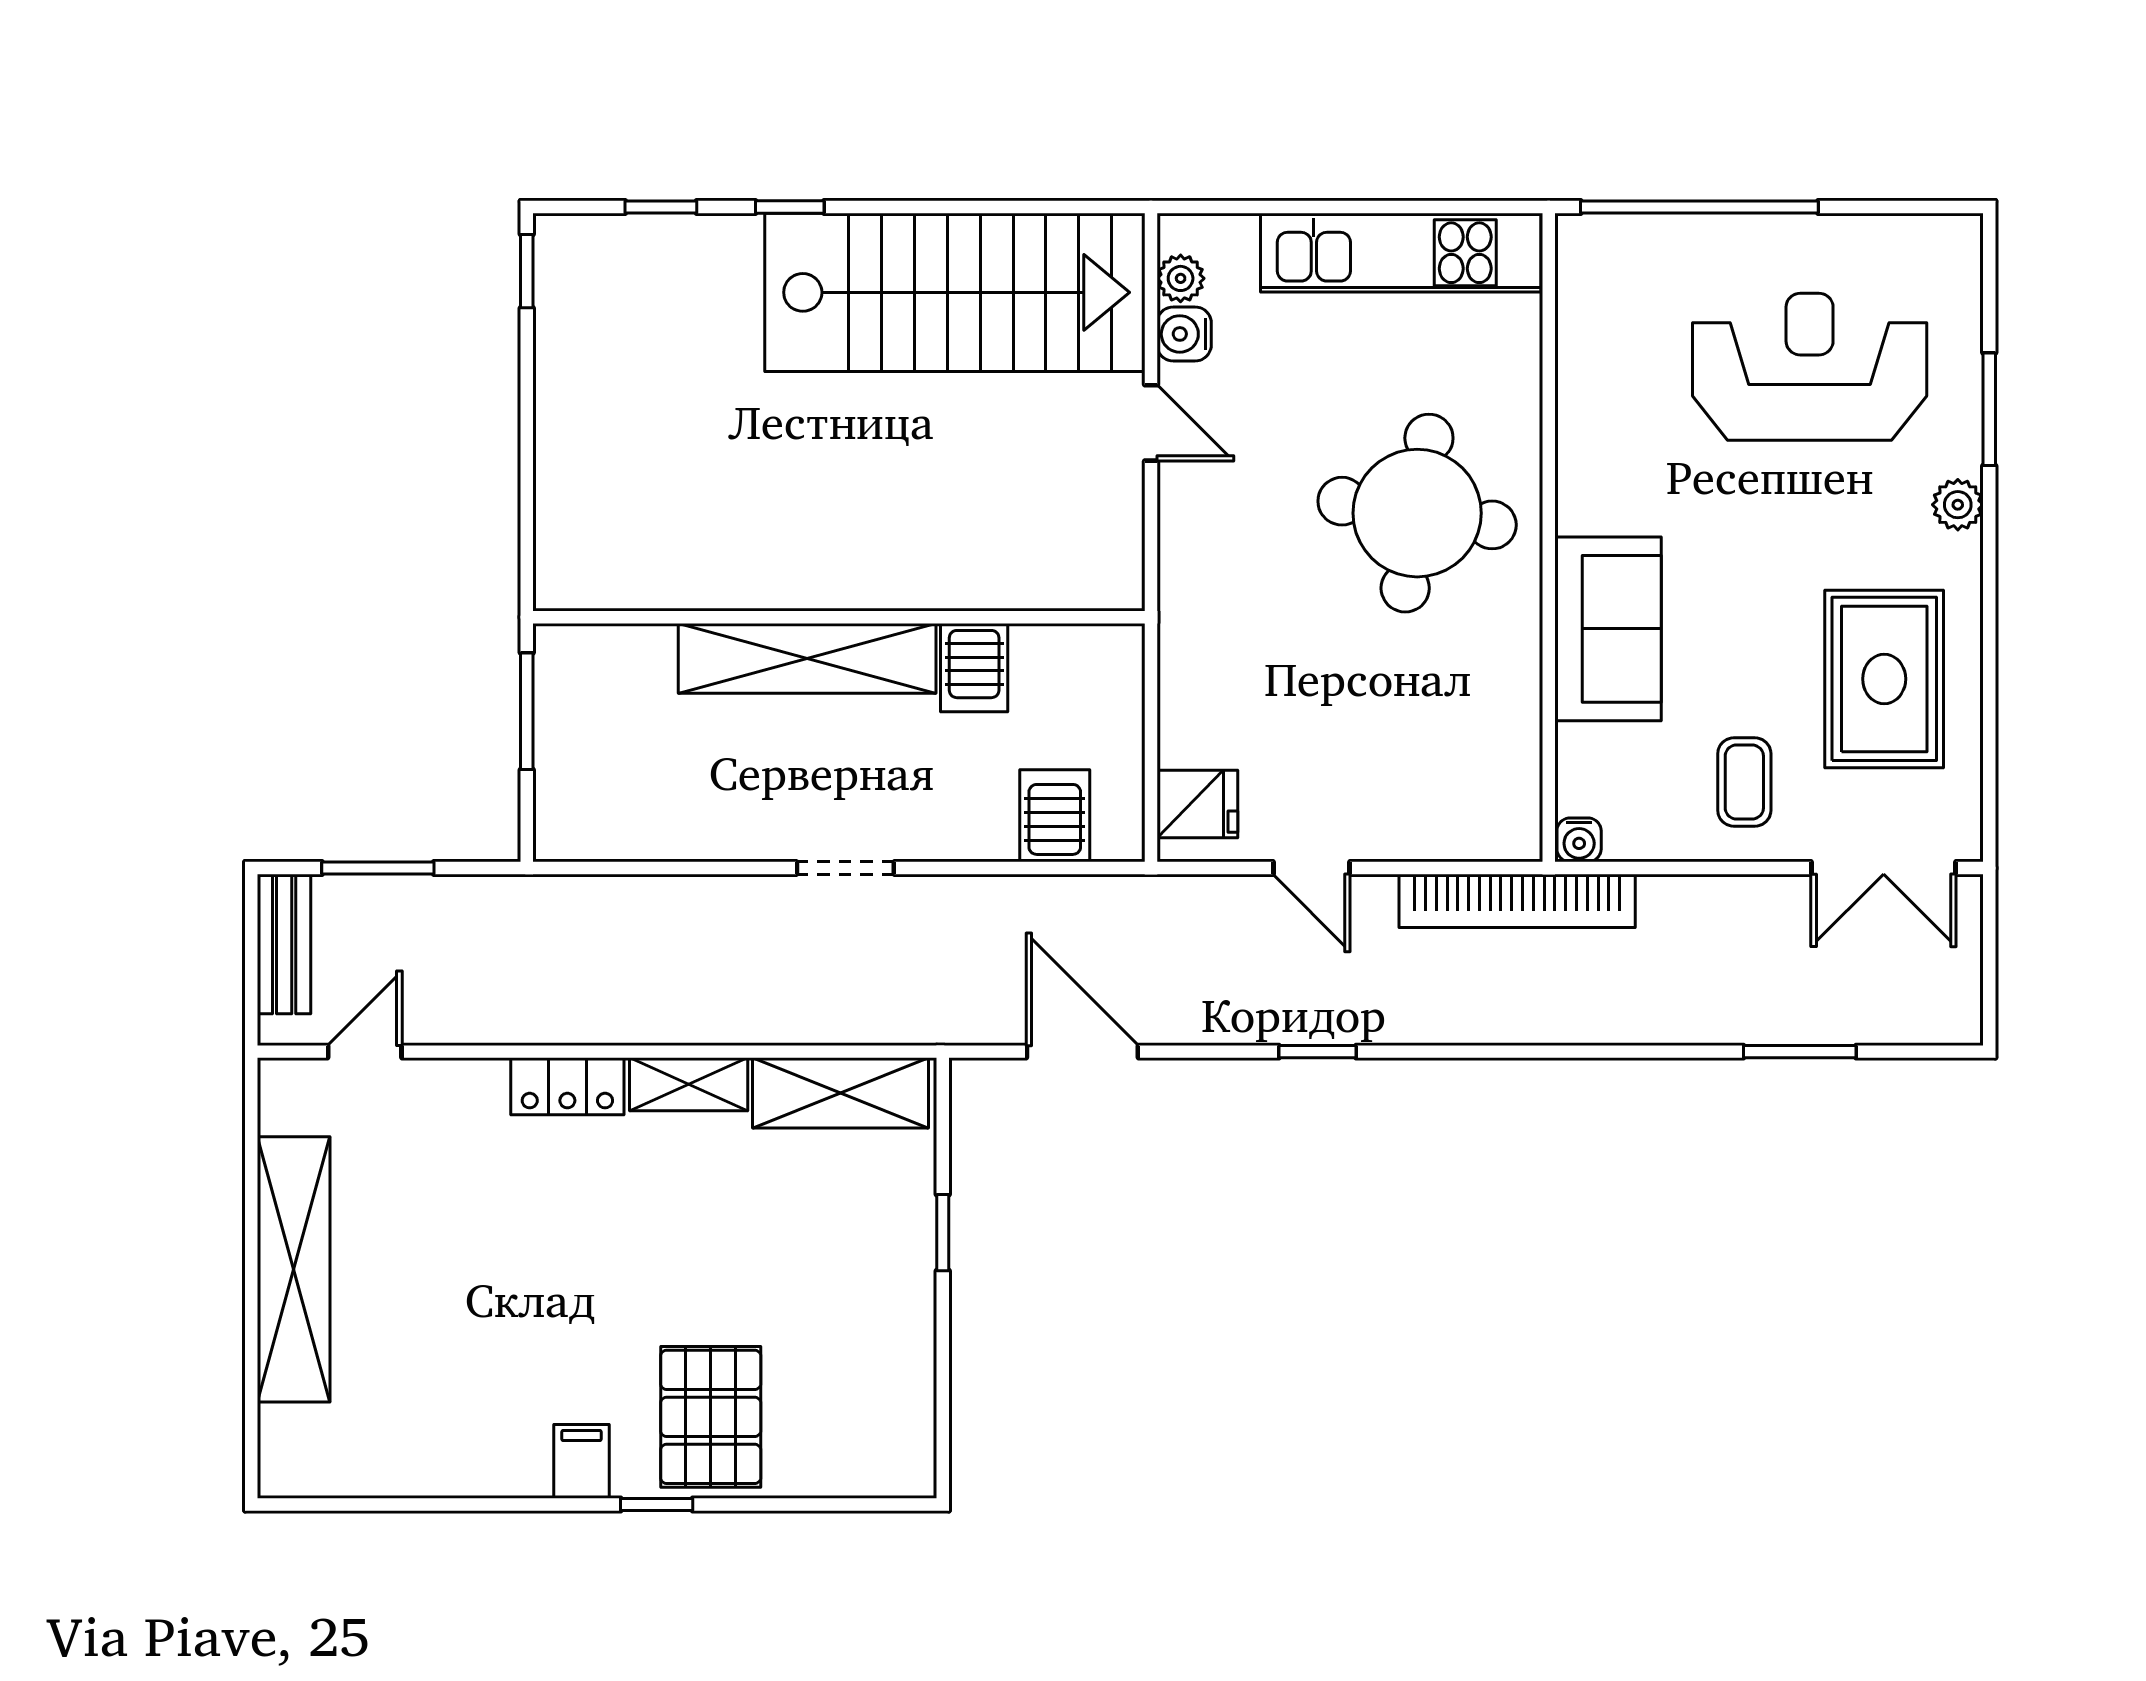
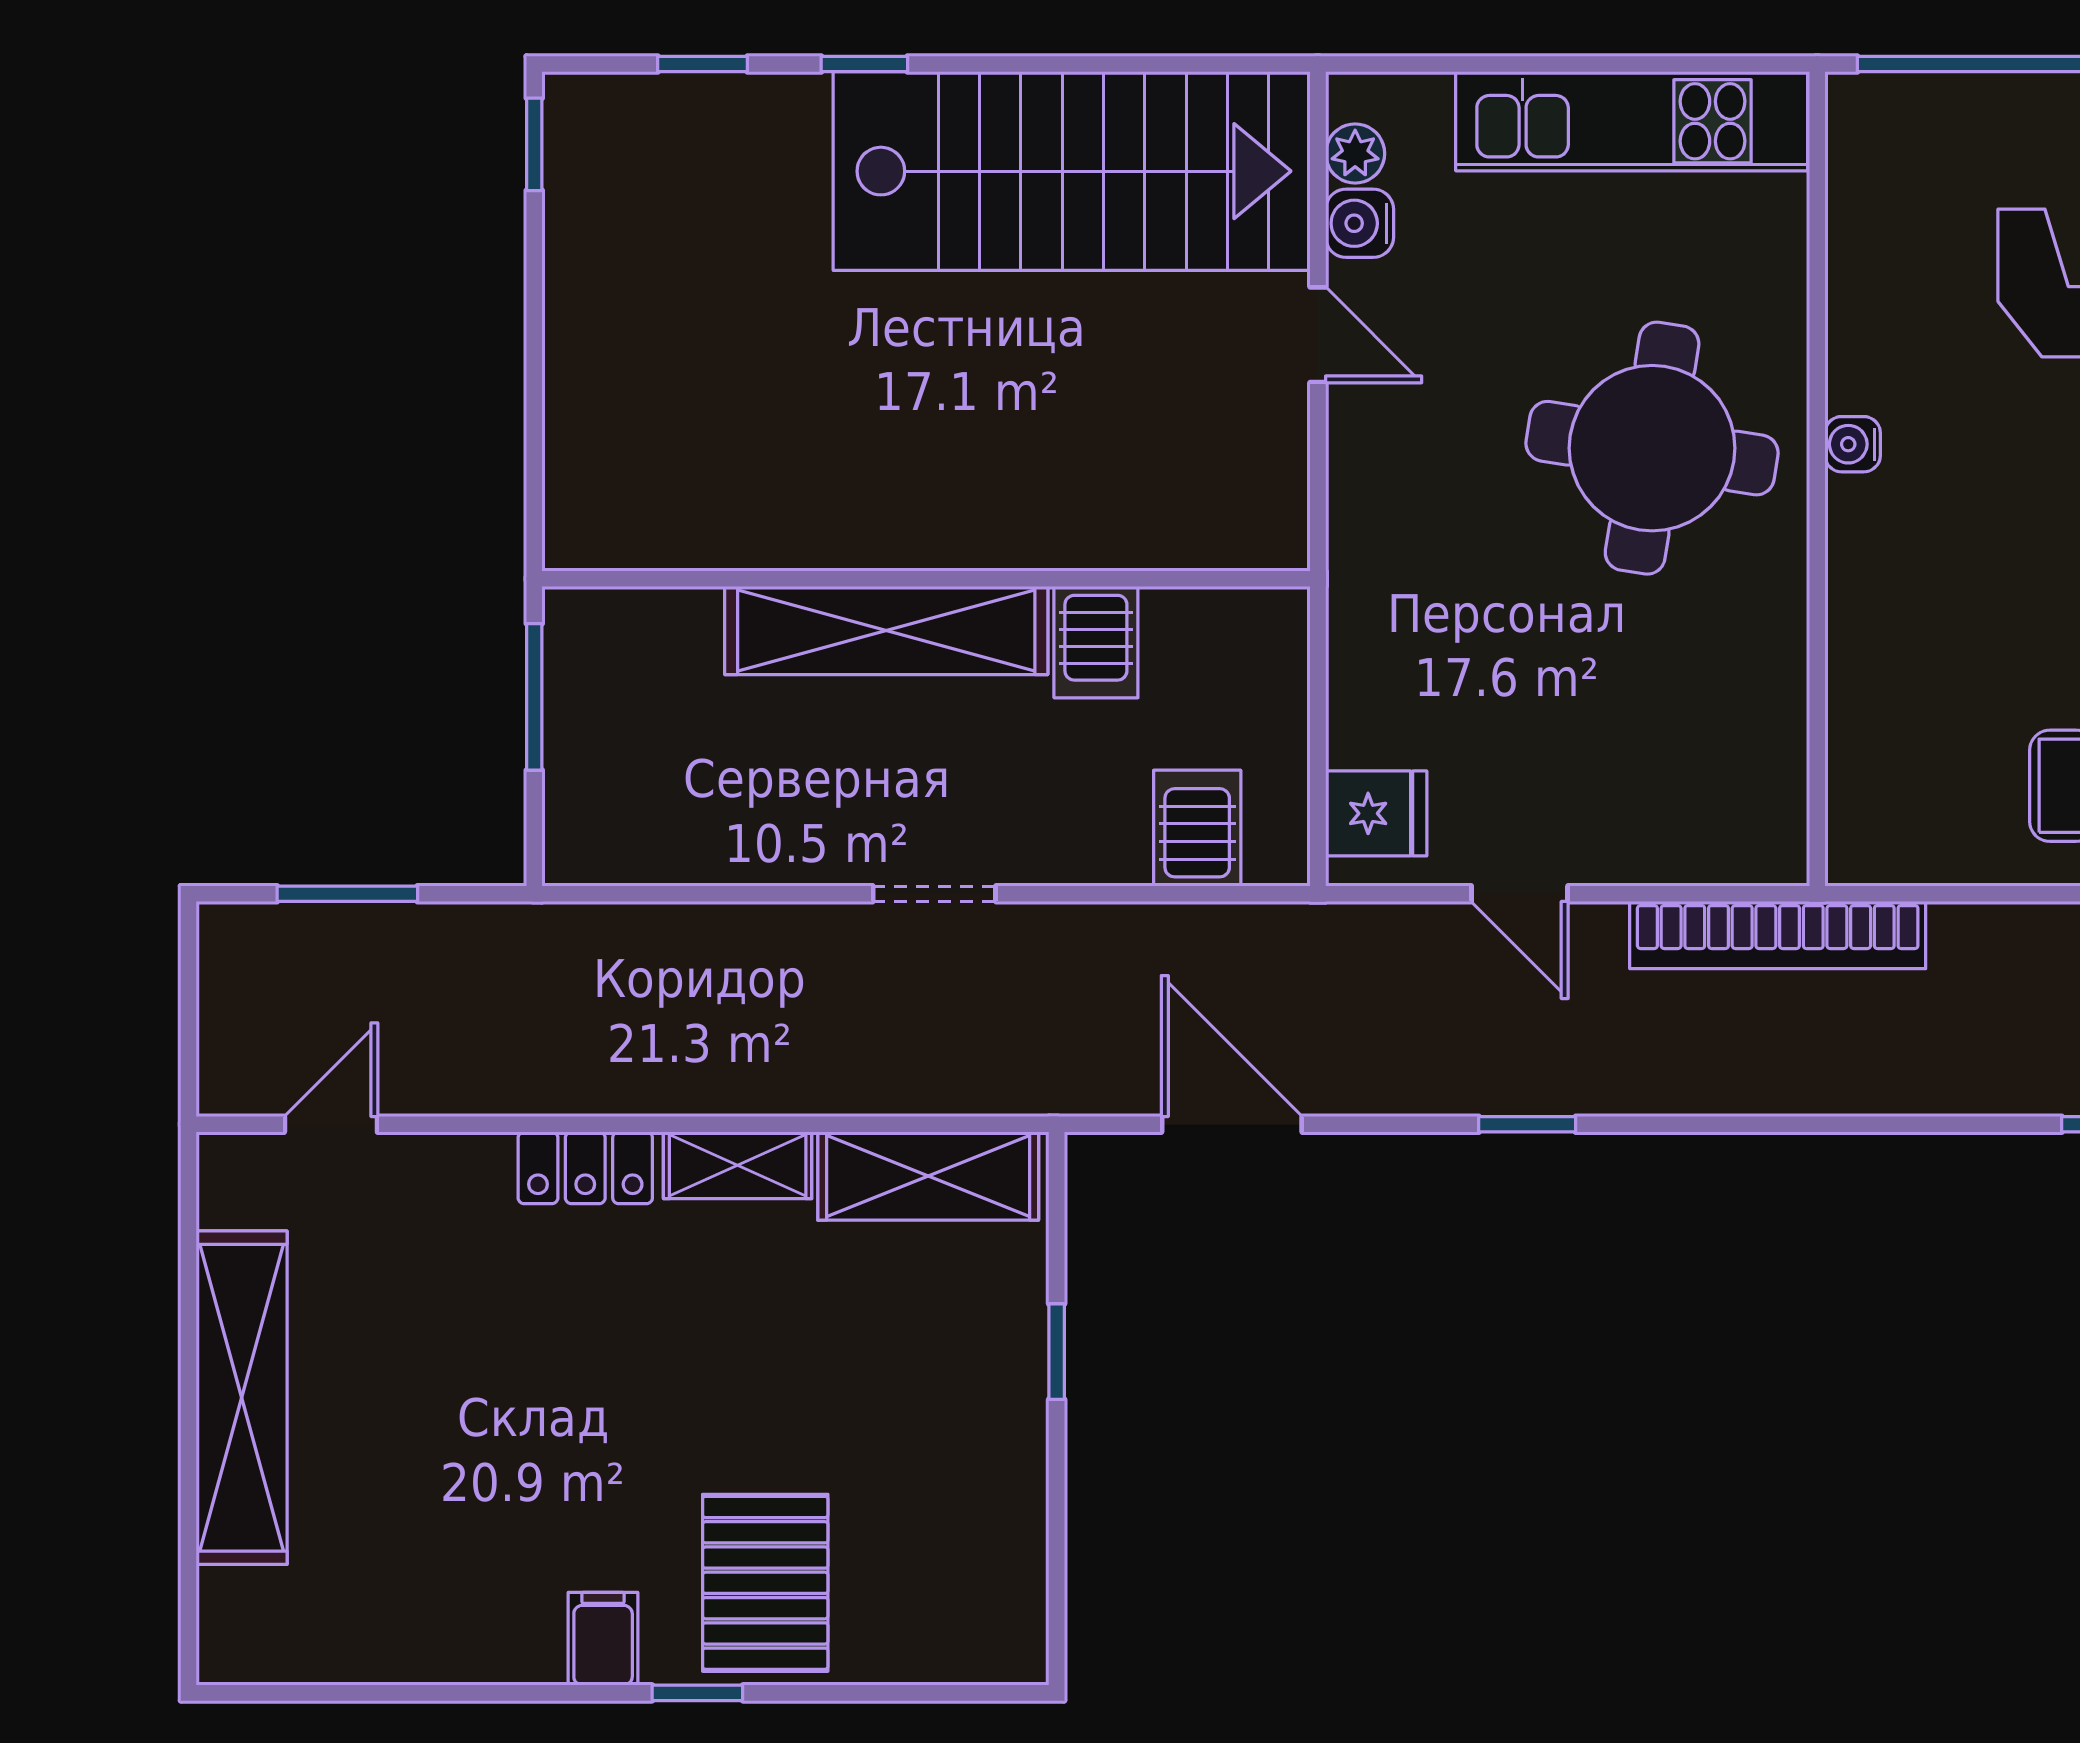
sofa: (1608, 629) -> (1892, 594), removed
water cooler: (1579, 840) -> (1853, 444), moved, turned 90
bench: (284, 944) -> (230, 989), removed

